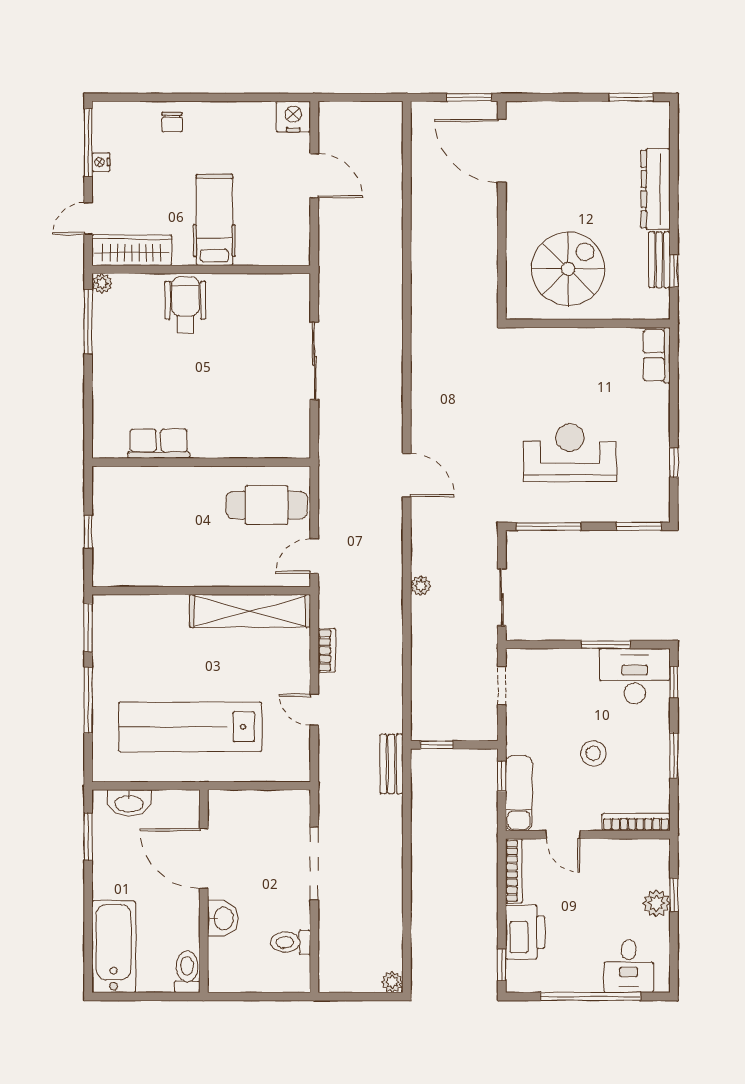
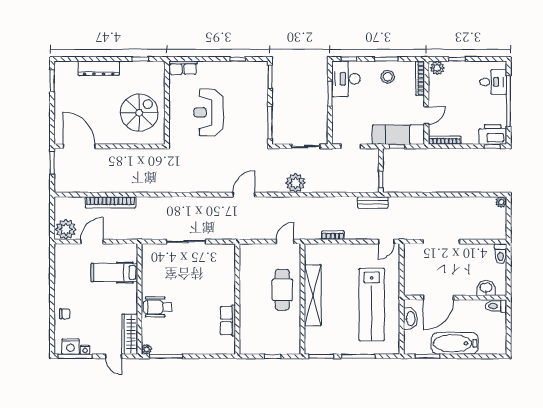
nightstand: (293, 117) -> (70, 347), moved, turned -90
plant: (338, 124) -> (66, 229), added
door: (502, 151) -> (79, 146), swing flipped
bookcase: (392, 212) -> (110, 202), added
hospital bed: (214, 220) -> (114, 273), moved
bench: (659, 260) -> (135, 66), removed
spiral stairs: (568, 269) -> (139, 113), turned 90
reception desk: (570, 453) -> (208, 112), moved
cafe table: (267, 505) -> (282, 290), moved
door: (314, 556) -> (285, 242), swing flipped
plant: (421, 586) -> (296, 183), width x1.87, depth x1.87
shelving: (250, 611) -> (313, 295), moved
door: (314, 710) -> (386, 242), moved
stool: (593, 753) -> (388, 77), moved
bench: (391, 764) -> (373, 202), moved
exam couch: (519, 793) -> (398, 135), width x1.36, depth x1.45
washbasin: (129, 803) -> (410, 319), moved
plant: (656, 903) -> (437, 68), moved
washbasin: (223, 918) -> (486, 288), moved
printer: (525, 932) -> (493, 135), moved
toilet: (290, 942) -> (500, 254), moved
bathtub: (114, 947) -> (455, 343), moved

